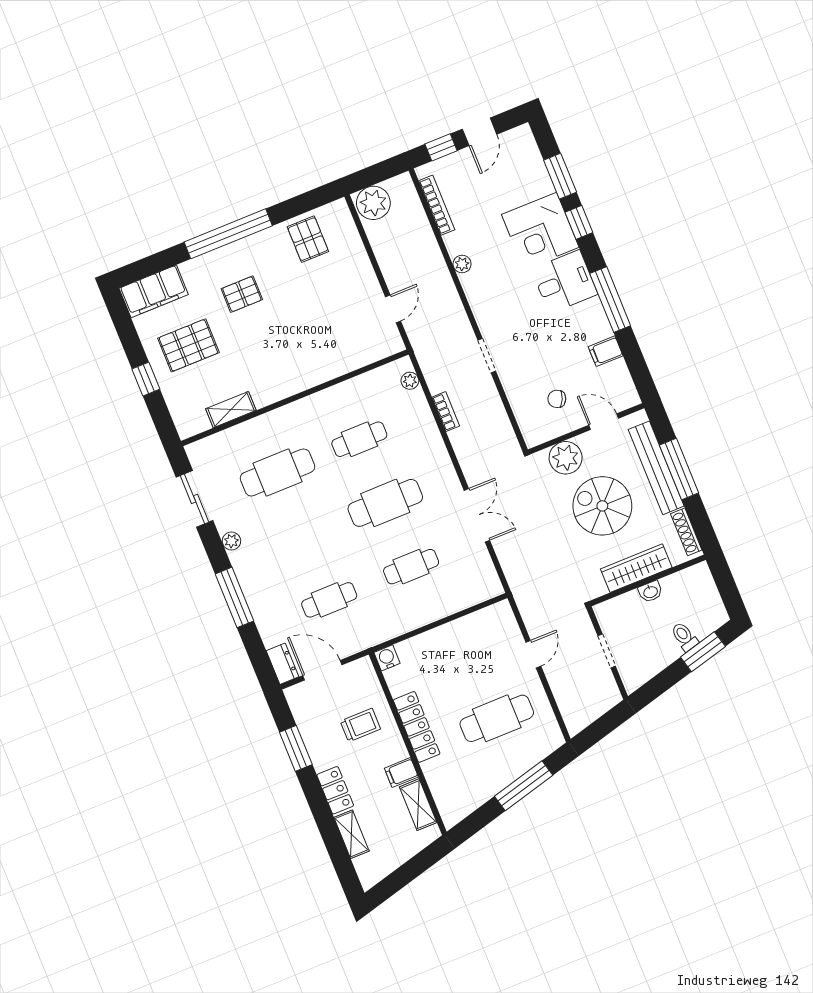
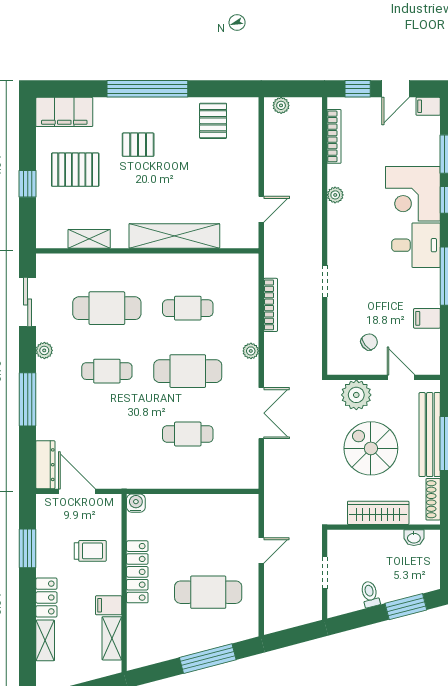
filing cabinet: (520, 136) -> (428, 106), added
plant: (373, 203) -> (281, 105), width x0.53, depth x0.53
shelving: (316, 372) -> (174, 236), added
plant: (410, 381) -> (251, 351), moved
chair: (557, 399) -> (369, 342), turned 118
bookcase: (446, 412) -> (271, 305), width x1.56
washbasin: (650, 592) -> (414, 538), moved
cafe table: (329, 600) -> (107, 371), moved
toilet: (684, 637) -> (370, 594), moved
dresser: (283, 664) -> (45, 465), width x1.44

